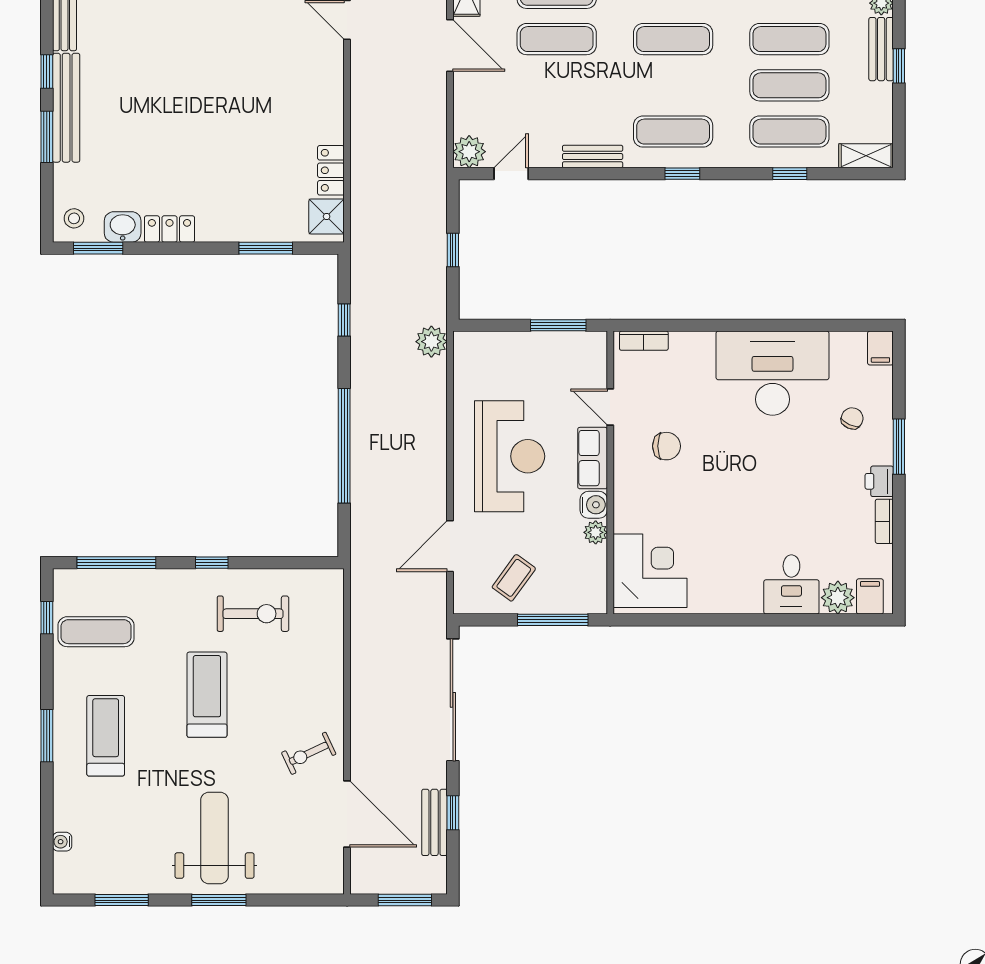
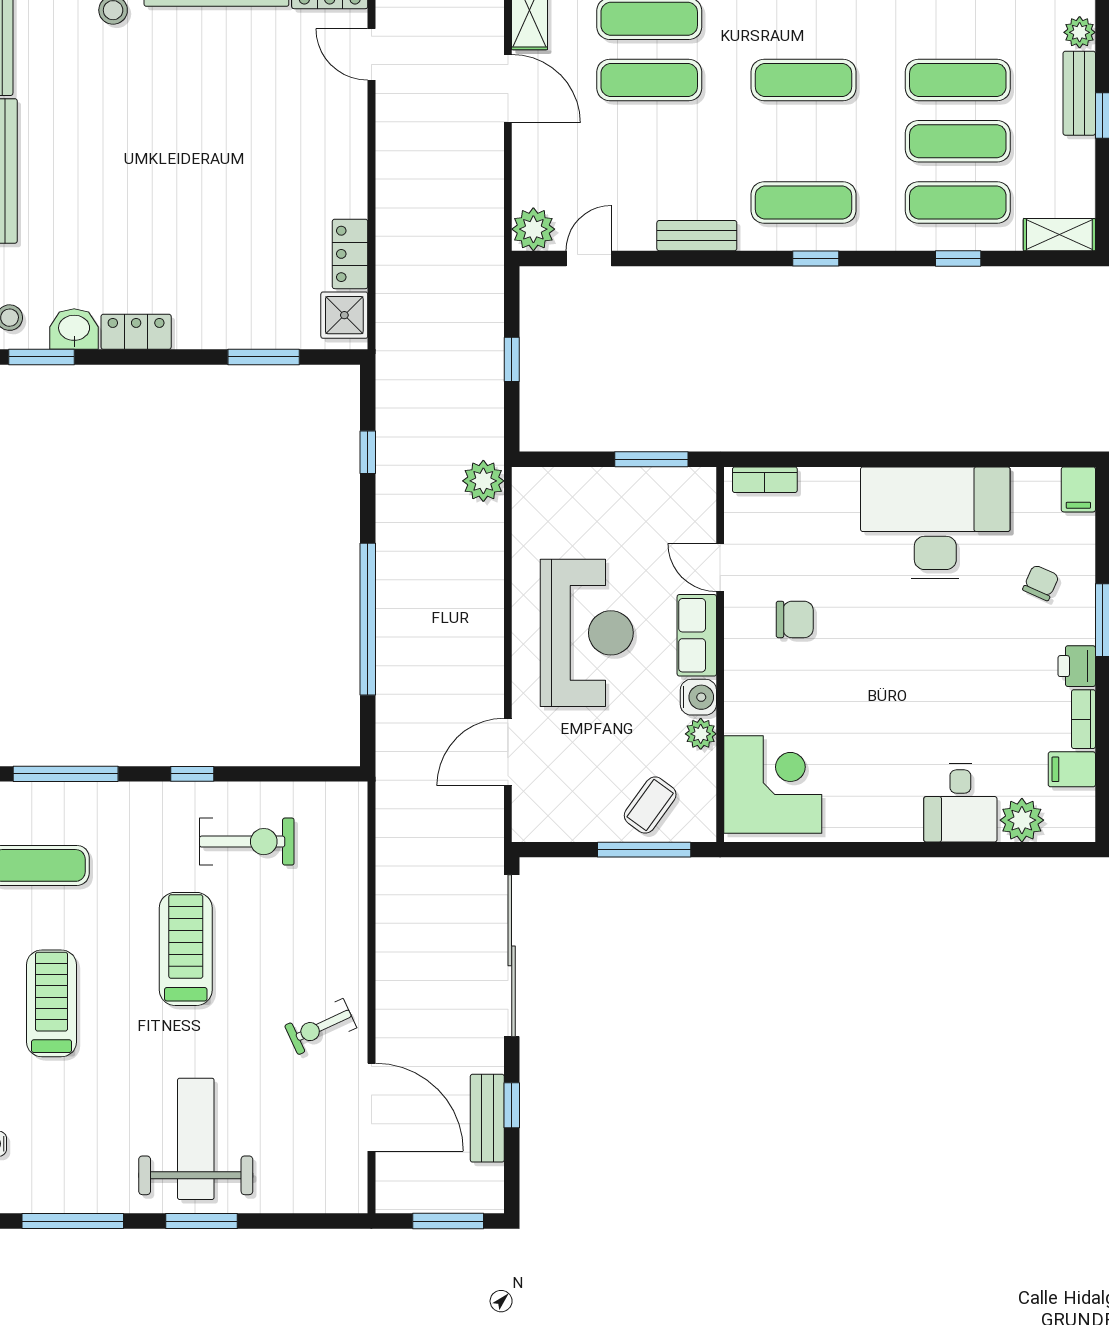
coffee table: (514, 578) -> (650, 805), moved
filing cabinet: (870, 596) -> (1072, 769), moved, turned -90
window: (122, 900) -> (73, 1221), width x1.44

